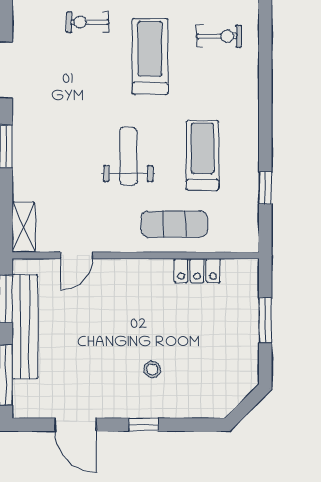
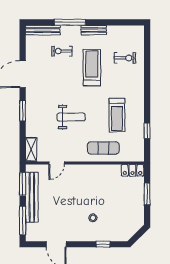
treadmill: (203, 155) -> (117, 115), turned 180
weight bench: (128, 156) -> (71, 117), moved, turned 90
locker: (197, 270) -> (132, 170), moved
window: (144, 425) -> (103, 244), moved

